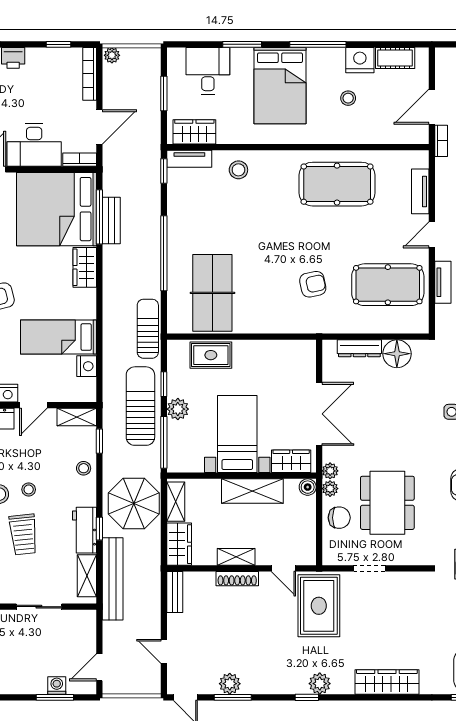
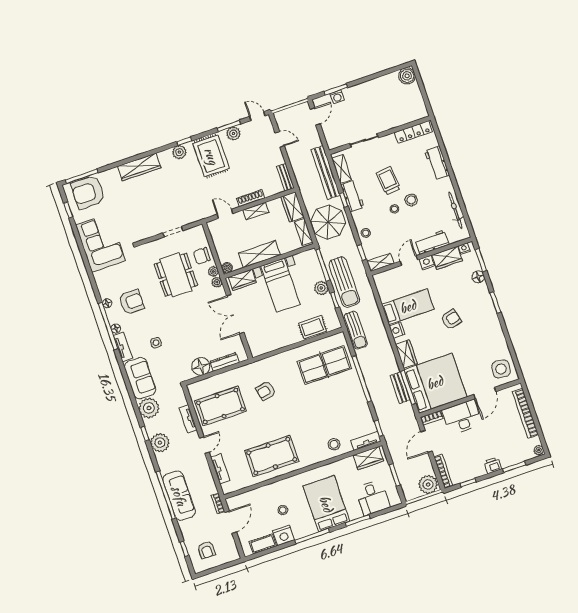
plant: (112, 55) -> (428, 484), width x1.87, depth x1.87
table tennis table: (212, 293) -> (324, 365), turned 90
nightstand: (87, 366) -> (397, 330), moved
rug: (319, 606) -> (211, 156), moved

